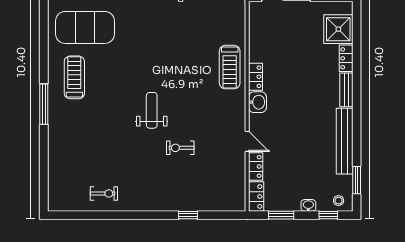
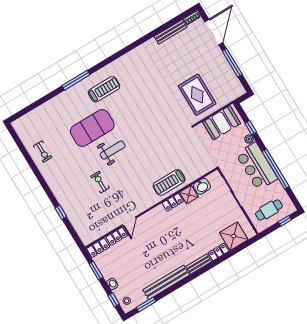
exercise mat: (85, 27) -> (92, 128), moved, turned 90
shower: (258, 52) -> (189, 195), added
washbasin: (257, 102) -> (202, 186), moved

